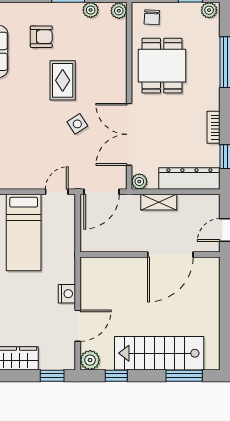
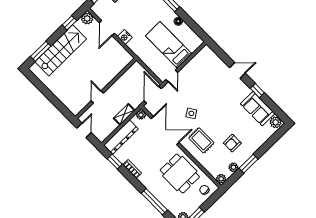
armchair: (41, 37) -> (232, 143), moved
rug: (63, 80) -> (201, 140), moved
door: (170, 254) -> (97, 97), width x0.53

